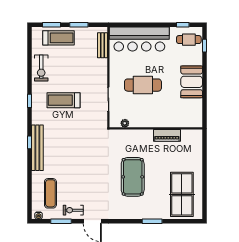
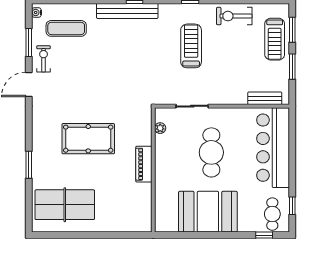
booth: (192, 82) -> (208, 212), width x1.36, depth x1.42
piano: (167, 135) -> (144, 164), moved

